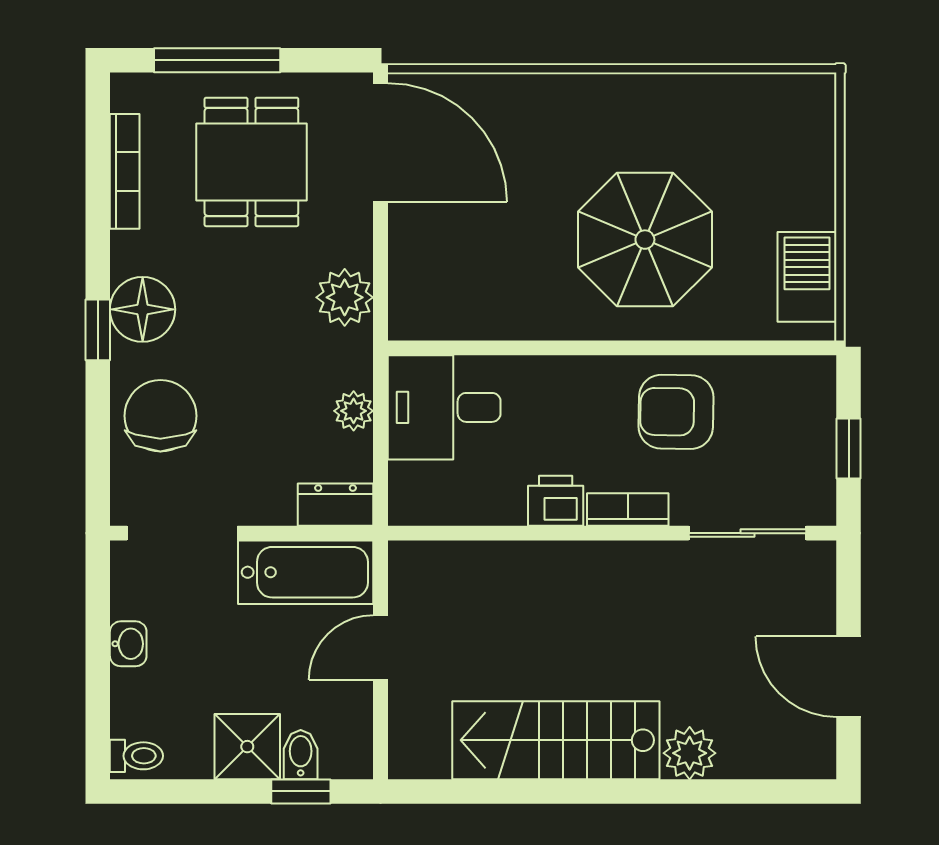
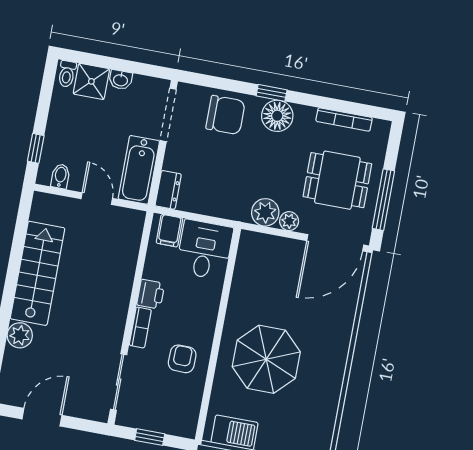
window: (217, 60) -> (383, 200), moved
plant: (354, 411) -> (289, 221), moved
armchair: (676, 412) -> (182, 359), width x0.72, depth x0.72
filing cabinet: (418, 487) -> (169, 231), added
shower: (247, 747) -> (91, 81), moved
bidet: (301, 755) -> (60, 176), moved, turned -90

